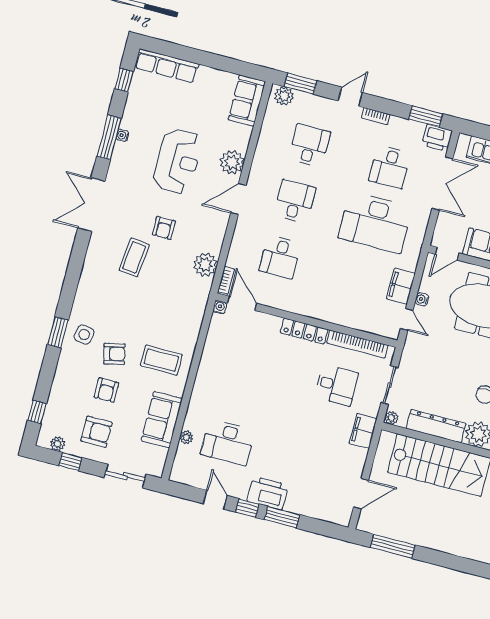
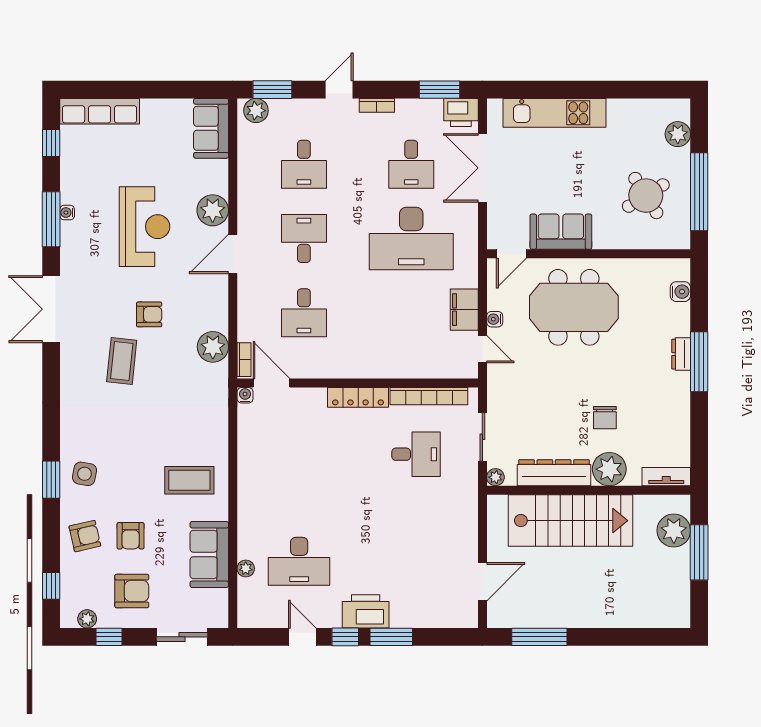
desk: (309, 146) -> (304, 164), turned 180
double door: (442, 184) -> (482, 168), swing flipped
armchair: (164, 228) -> (149, 314), turned -90
armchair: (114, 354) -> (85, 536), moved
filing cabinet: (363, 431) -> (464, 503), removed

